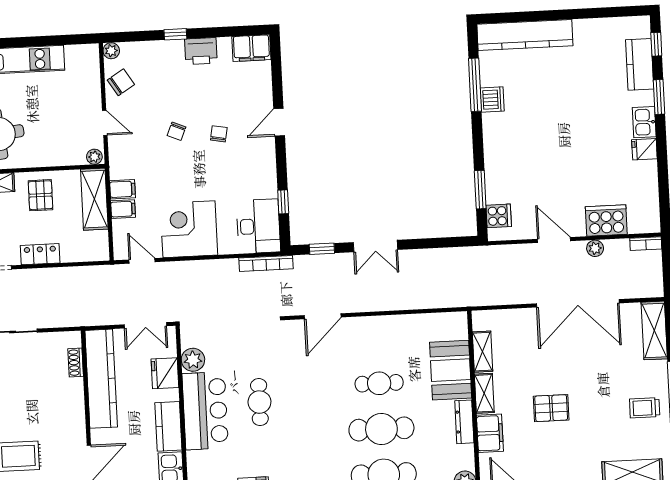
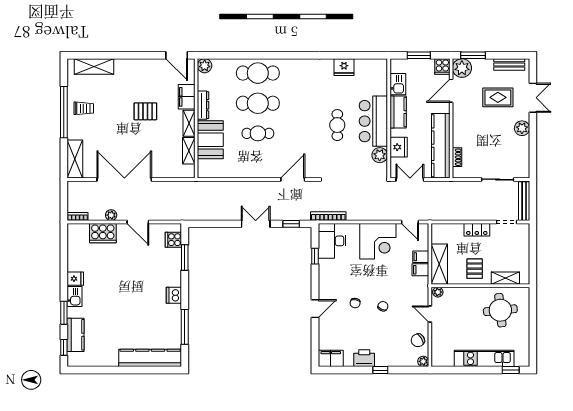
dishwasher: (492, 100) -> (174, 295), moved

